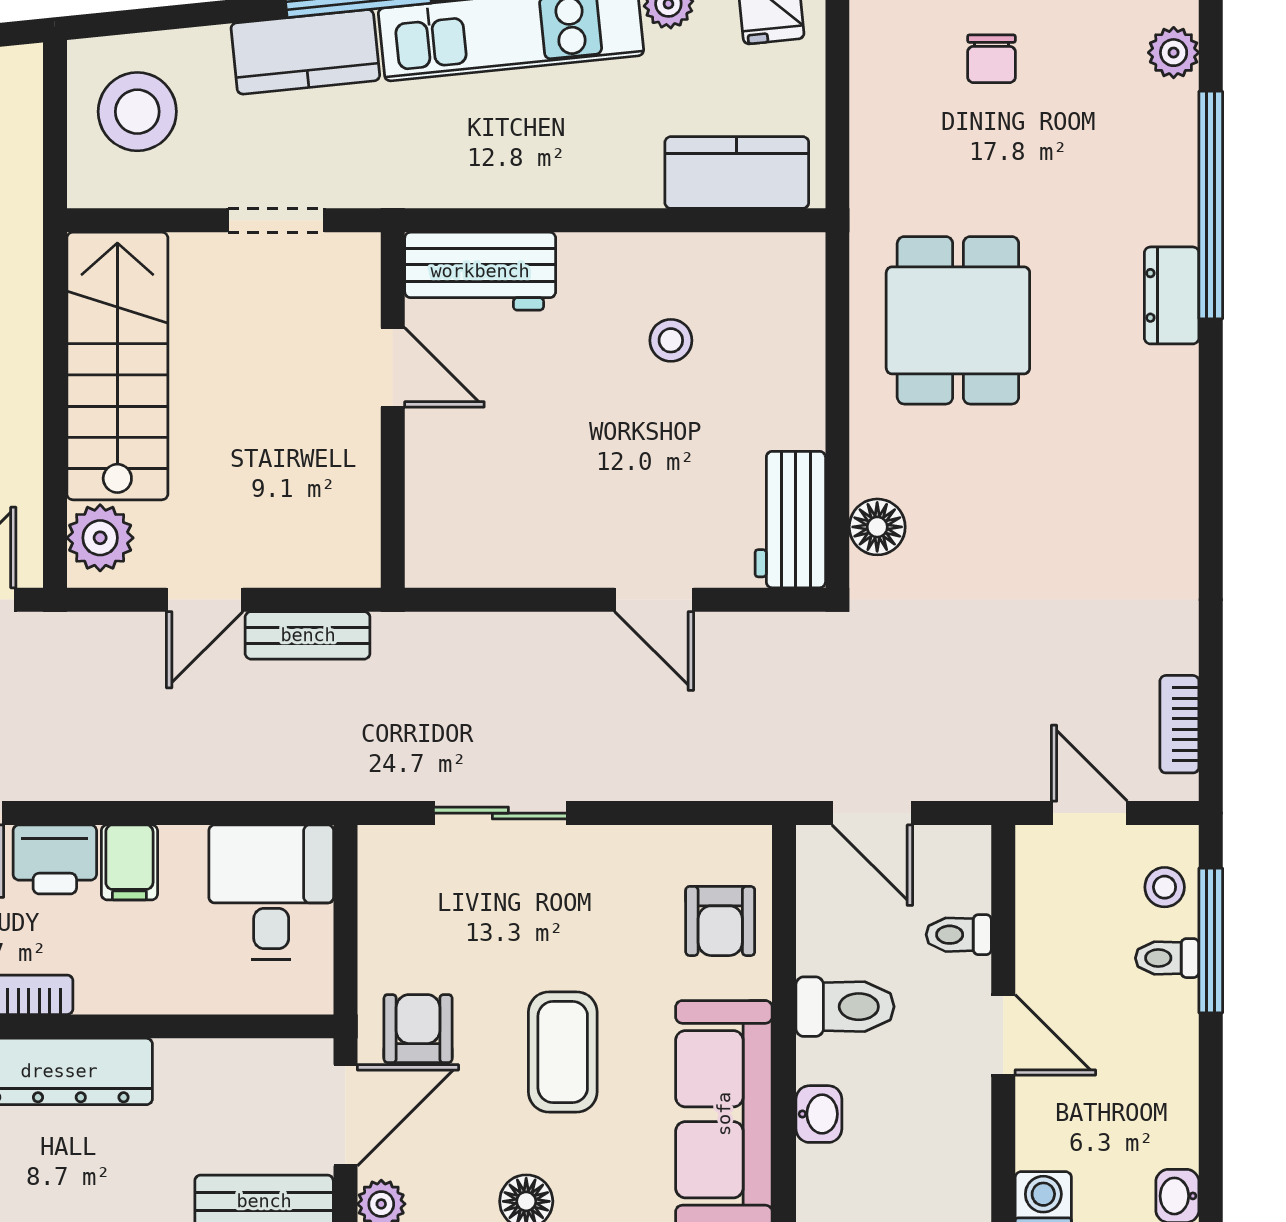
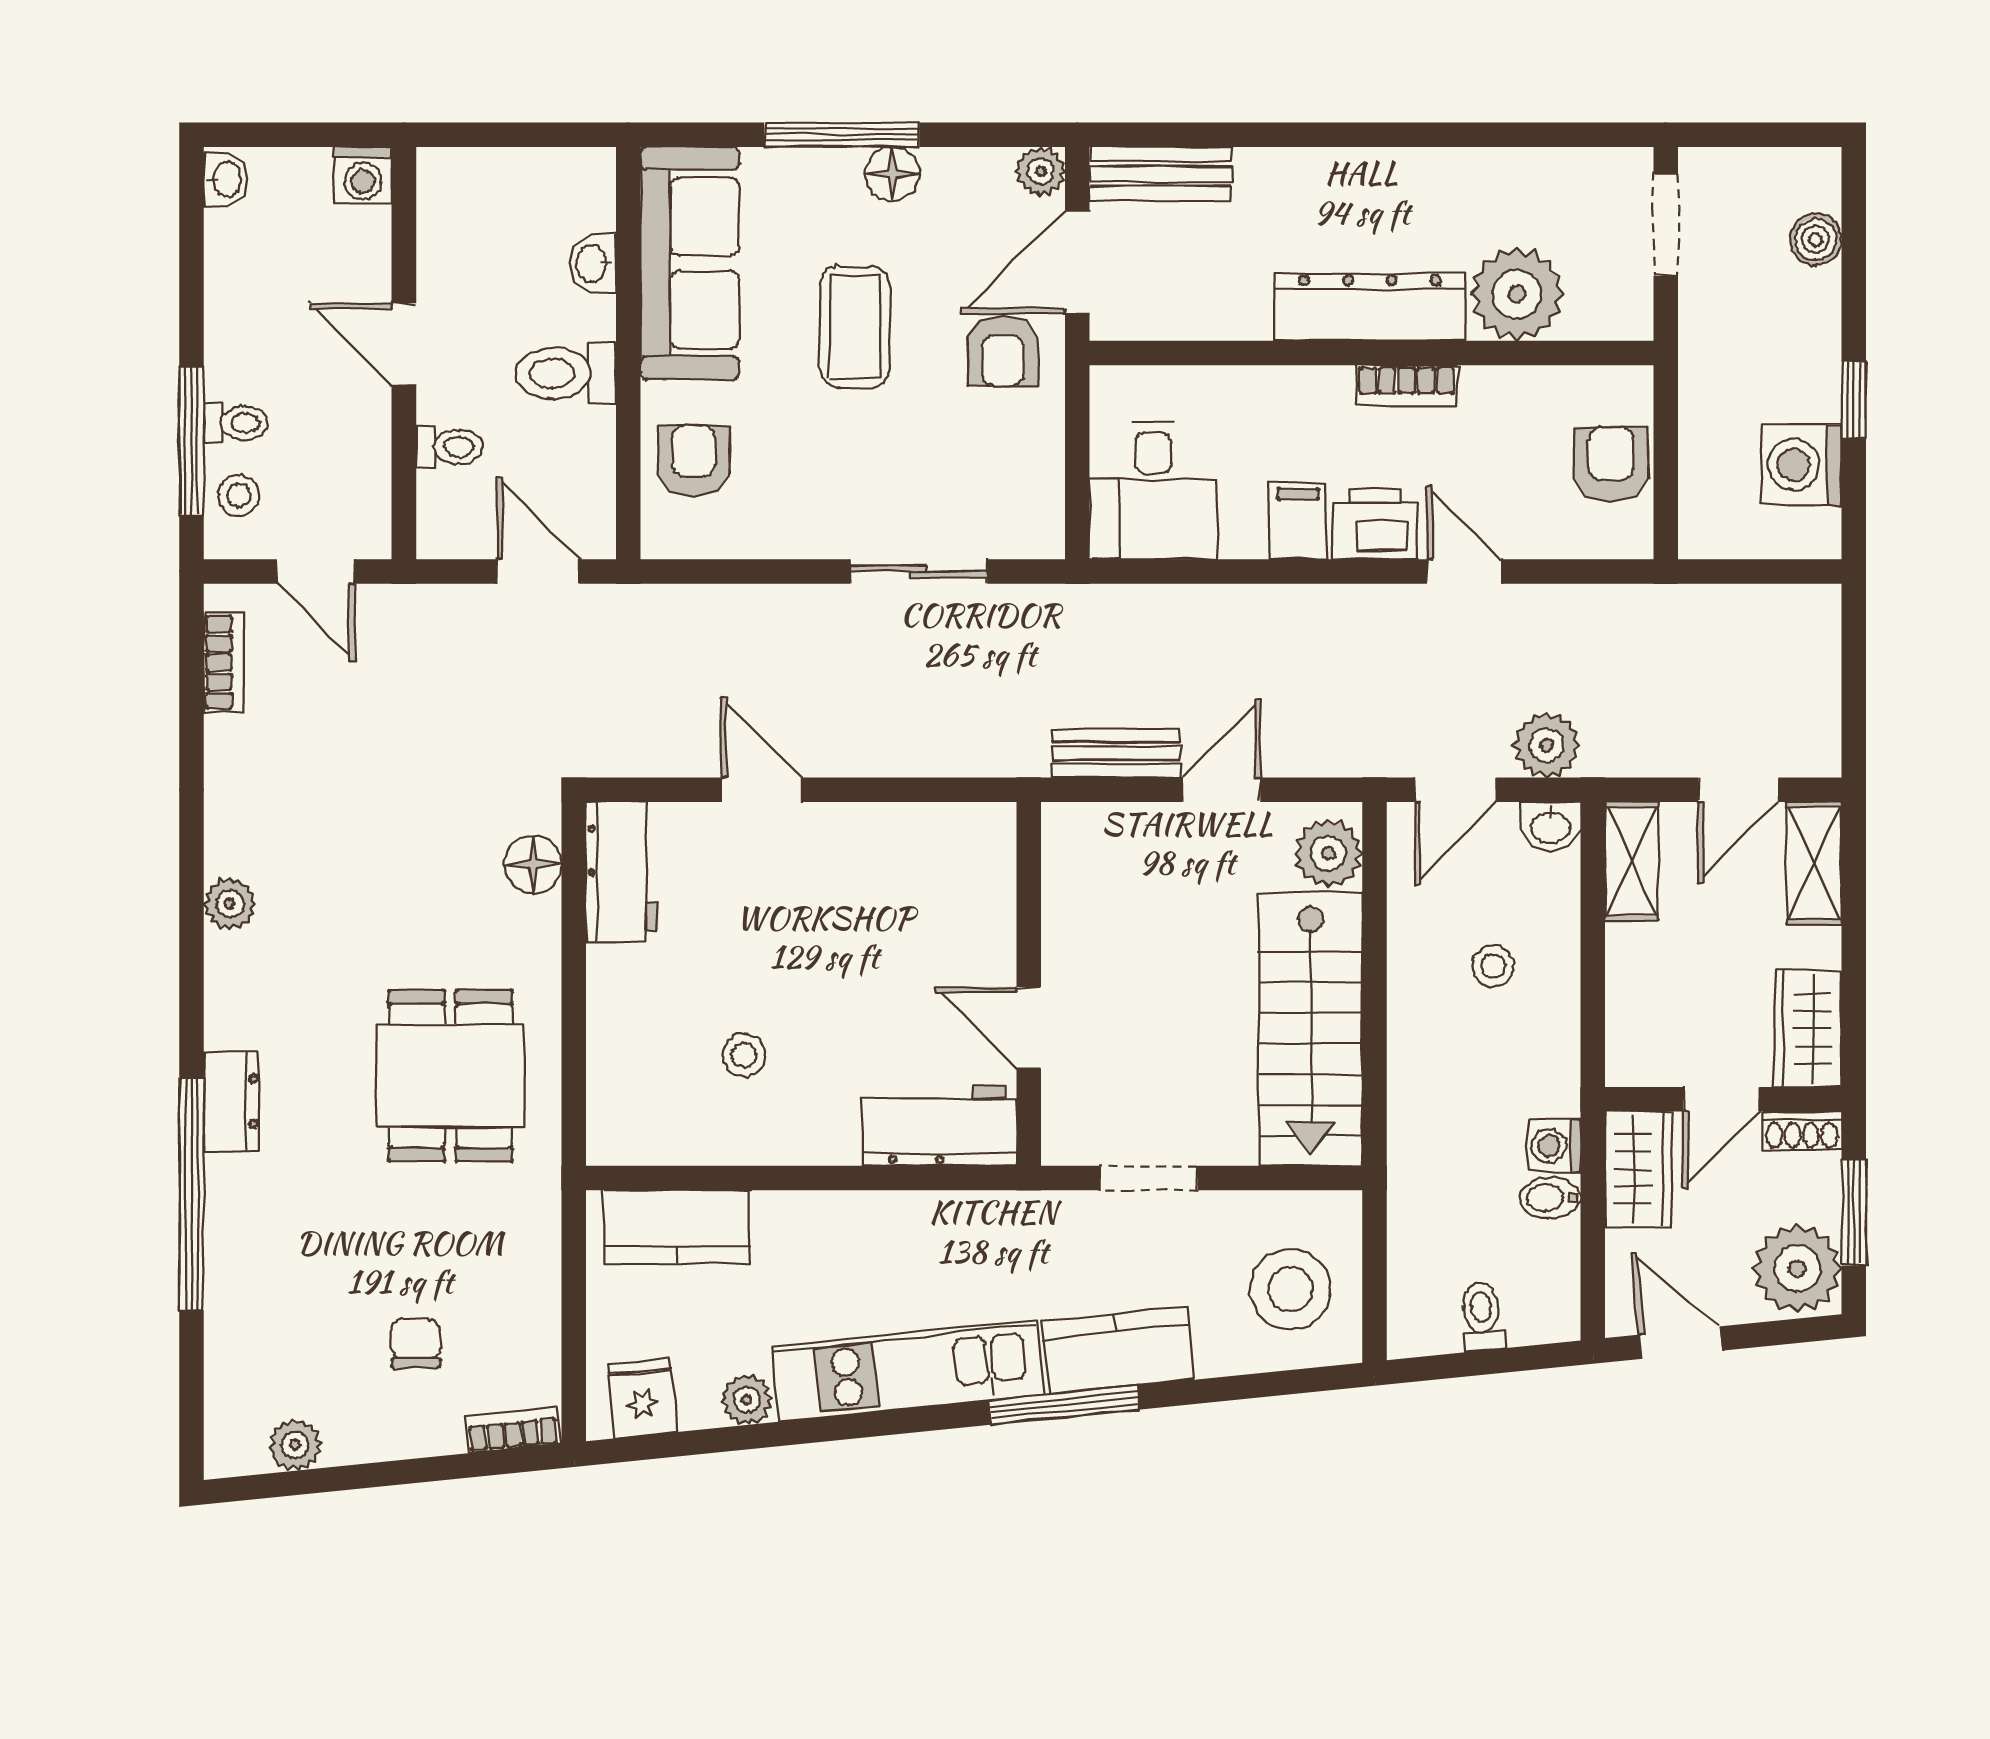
plant: (1174, 53) -> (230, 904), moved

